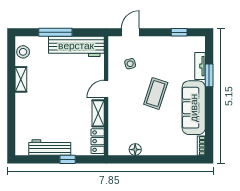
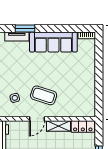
door: (106, 89) -> (37, 119), hinge flipped
coffee table: (156, 93) -> (44, 95), moved
floor lamp: (135, 150) -> (90, 93), removed

